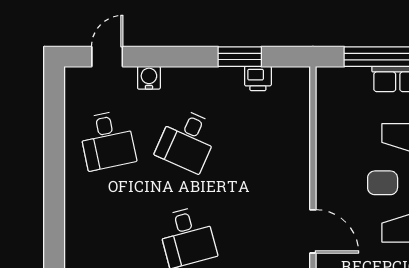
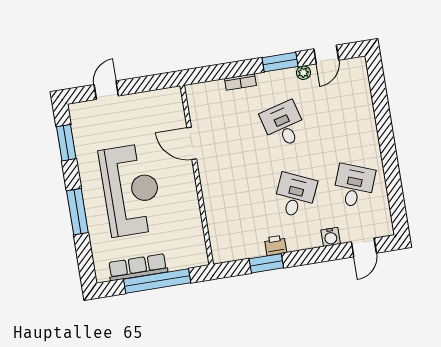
printer: (258, 79) -> (275, 245), moved
desk: (107, 140) -> (354, 186), turned 33

